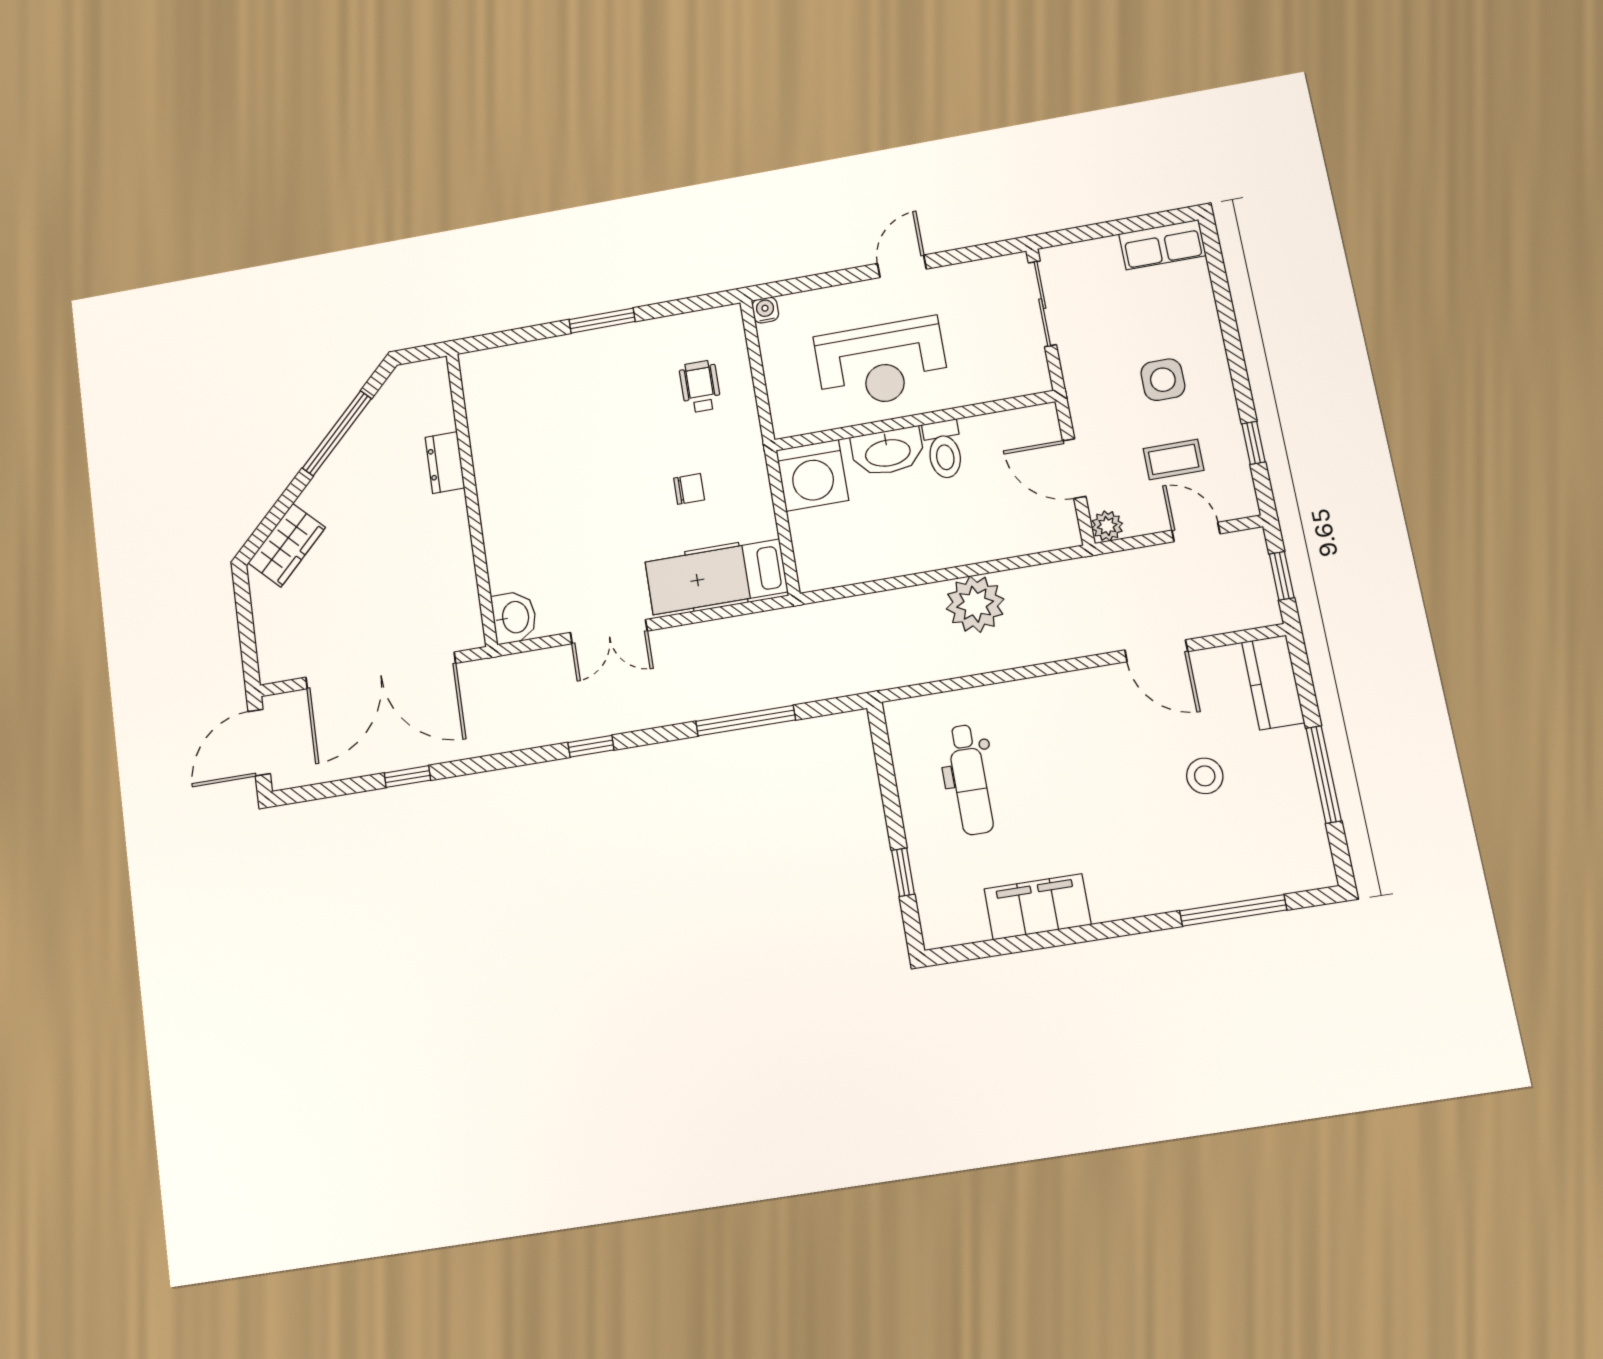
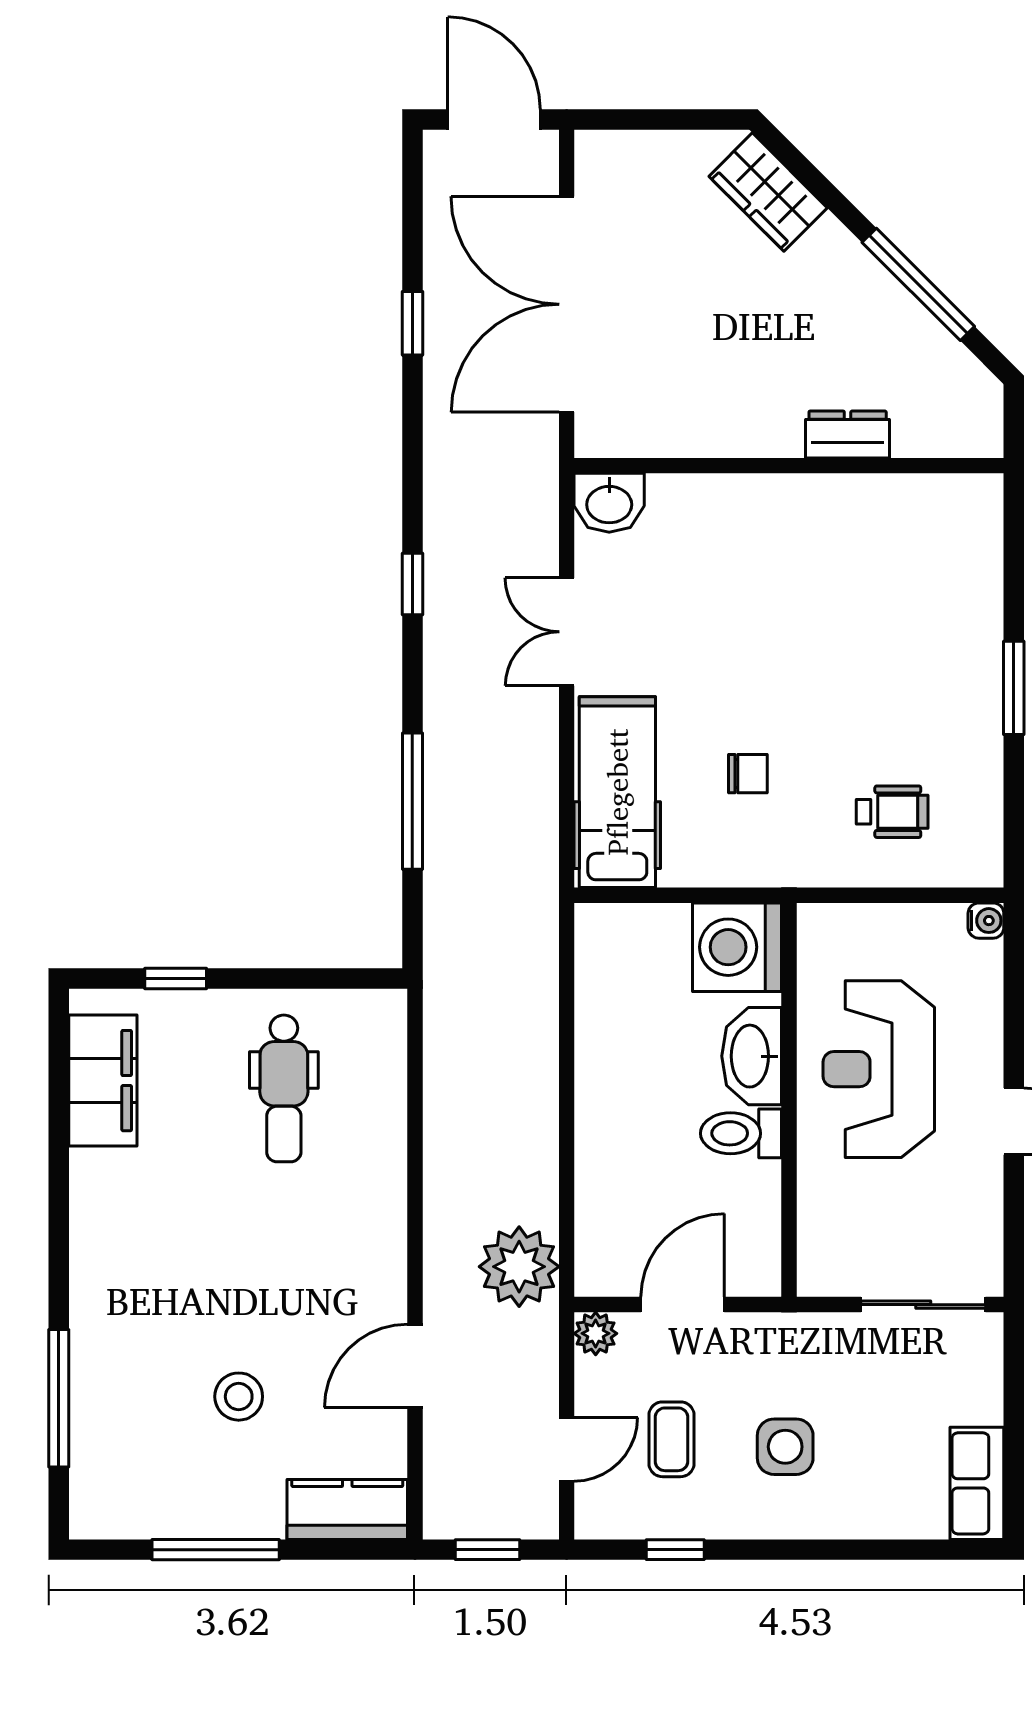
chair: (689, 489) -> (748, 774), turned -90
plant: (975, 604) -> (519, 1267), moved
dental chair: (970, 780) -> (284, 1088), turned -90
filing cabinet: (1038, 907) -> (103, 1081), moved

